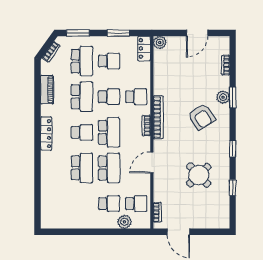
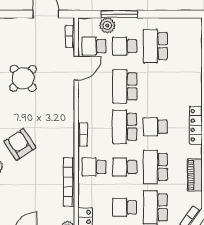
bookcase: (158, 117) -> (69, 182), moved
door: (152, 163) -> (76, 68), moved
school desk: (82, 168) -> (155, 46), moved
window: (114, 232) -> (119, 14), added

